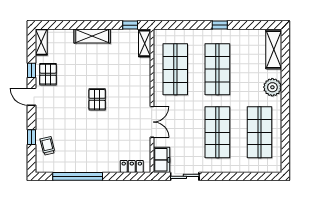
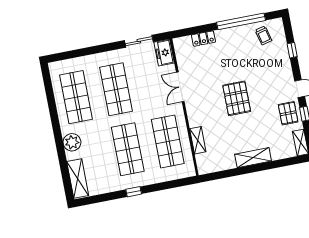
window: (130, 25) -> (219, 175), removed
shelving: (145, 43) -> (198, 140), moved
pallet: (97, 99) -> (237, 98), width x1.50, depth x1.42
trolley: (47, 146) -> (263, 35), moved
locker: (132, 166) -> (203, 39), moved

